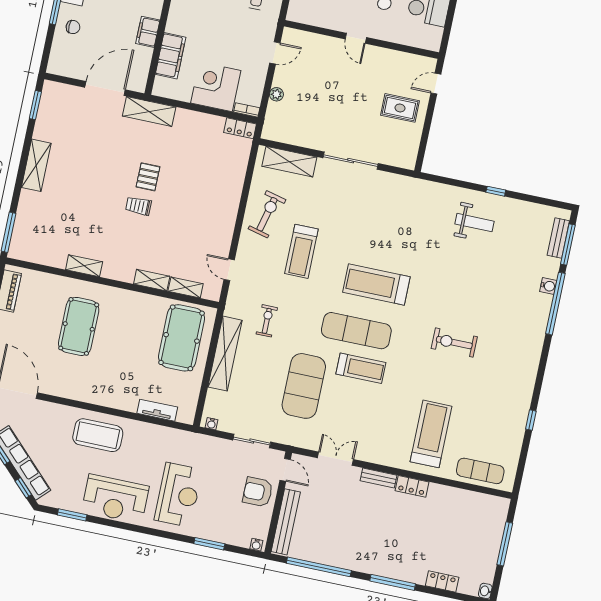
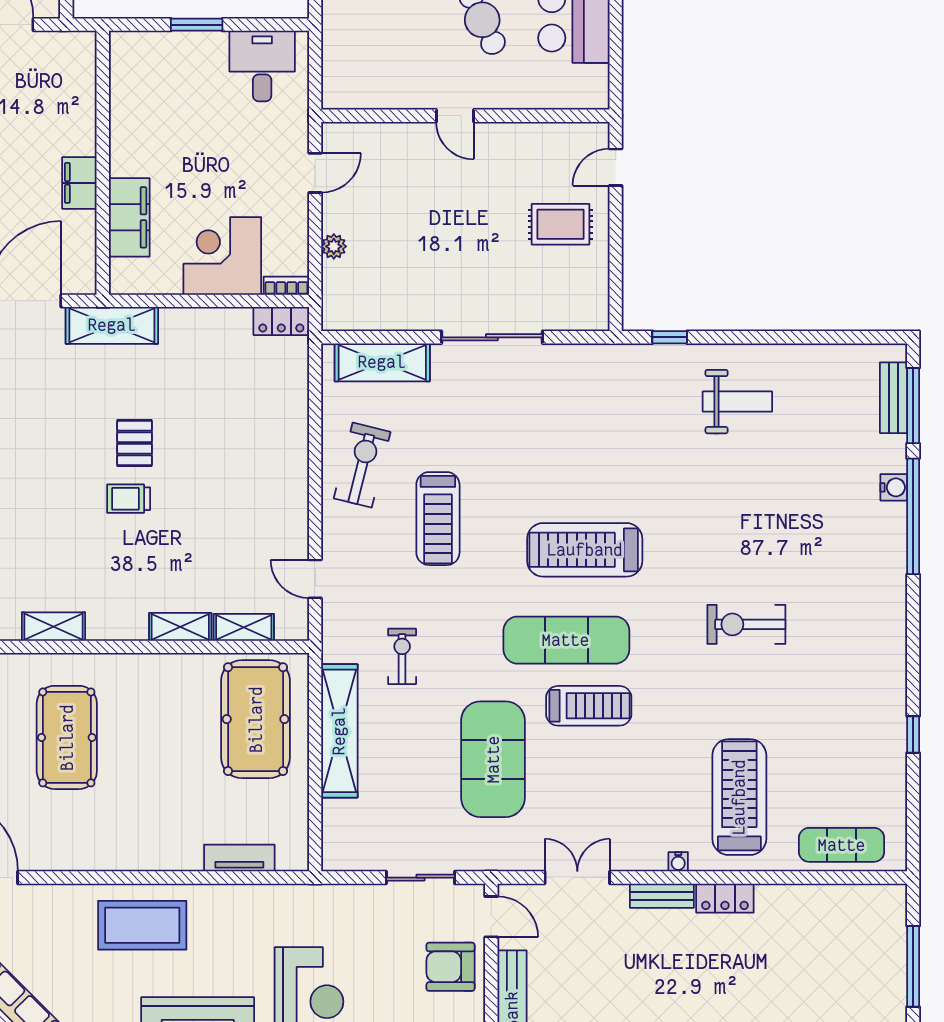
window: (496, 191) -> (670, 337), moved
water cooler: (212, 424) -> (678, 862), moved

